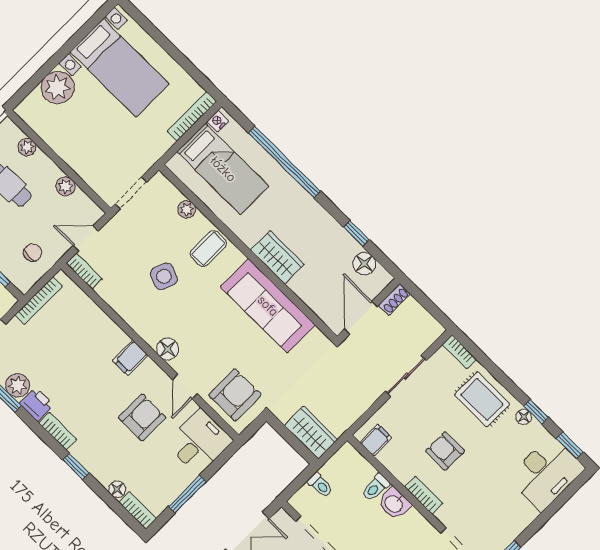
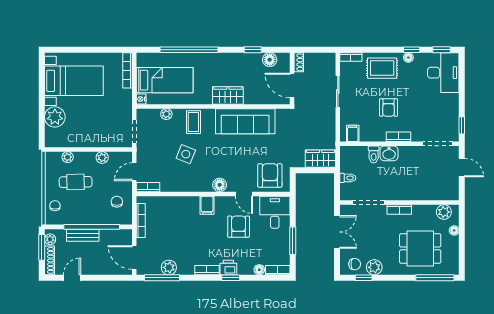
nightstand: (218, 121) -> (141, 99), moved
printer: (36, 404) -> (228, 268), moved
armchair: (445, 451) -> (388, 107), turned -90

